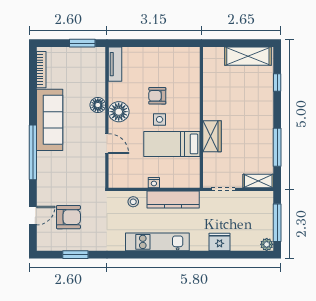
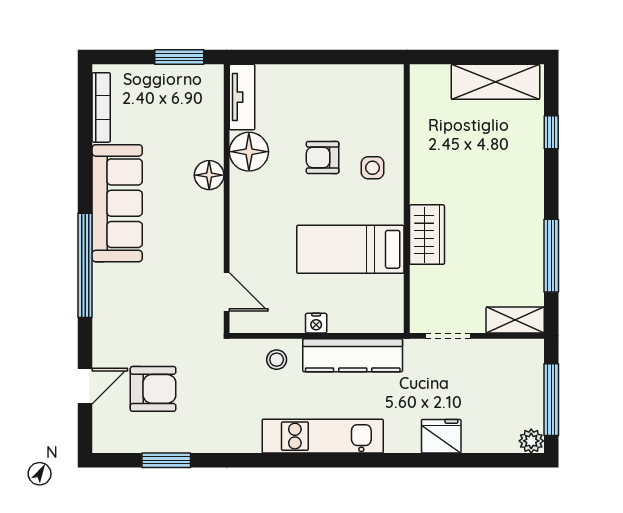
floor lamp: (119, 112) -> (249, 152), moved
side table: (160, 119) -> (373, 168), moved
door: (107, 144) -> (227, 292), moved

